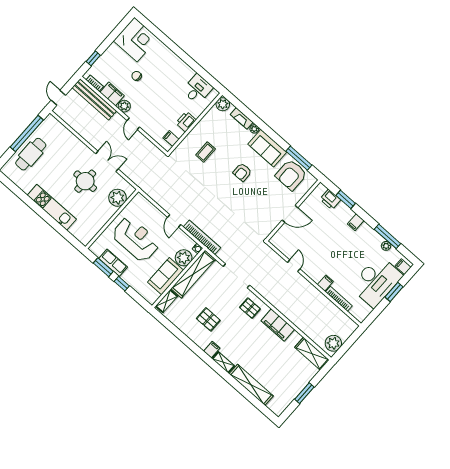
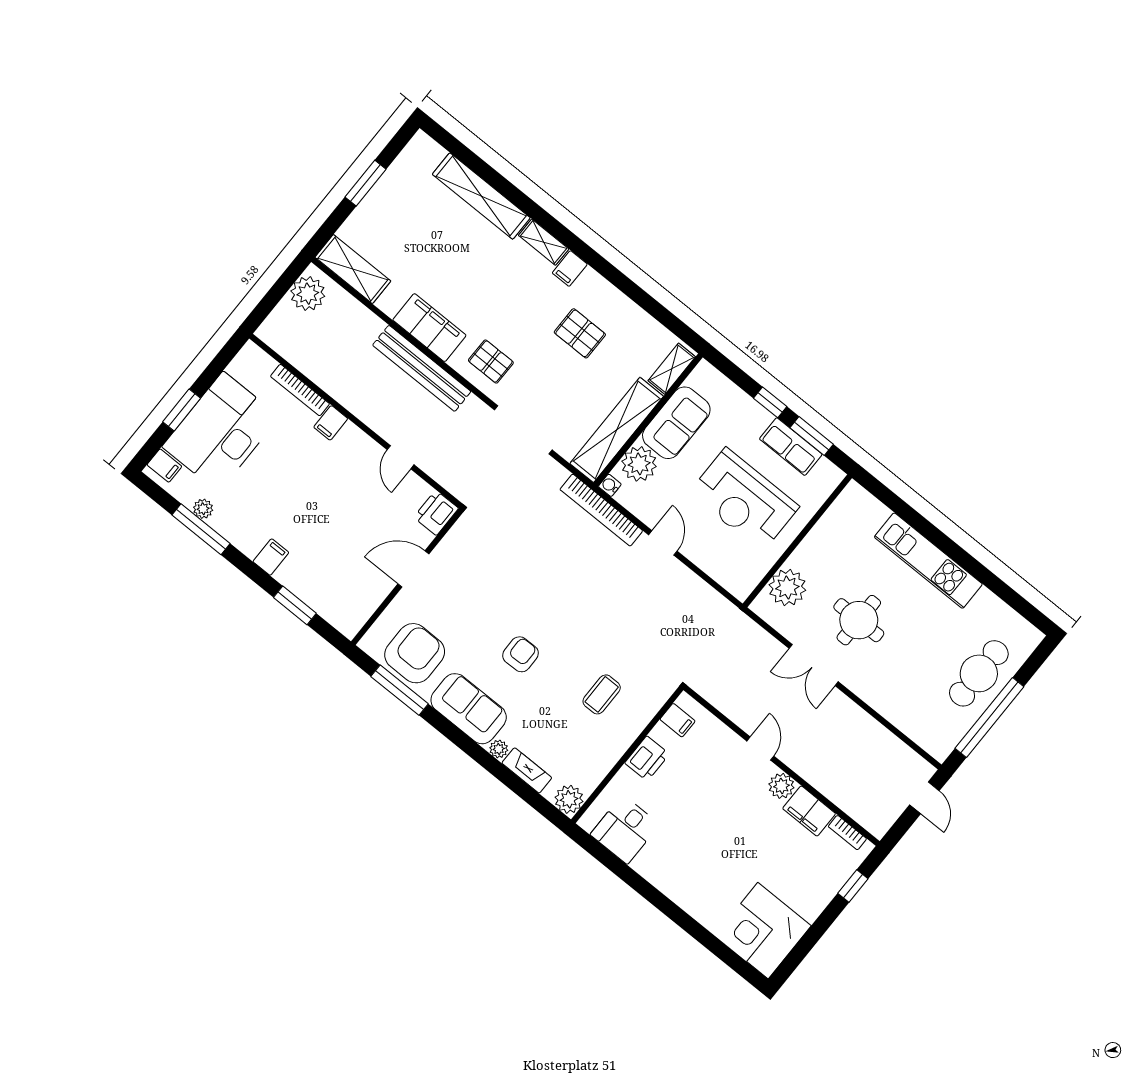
chair: (137, 76) -> (758, 852), removed
bench: (94, 99) -> (422, 368), moved
printer: (330, 200) -> (436, 513), moved, turned -90

